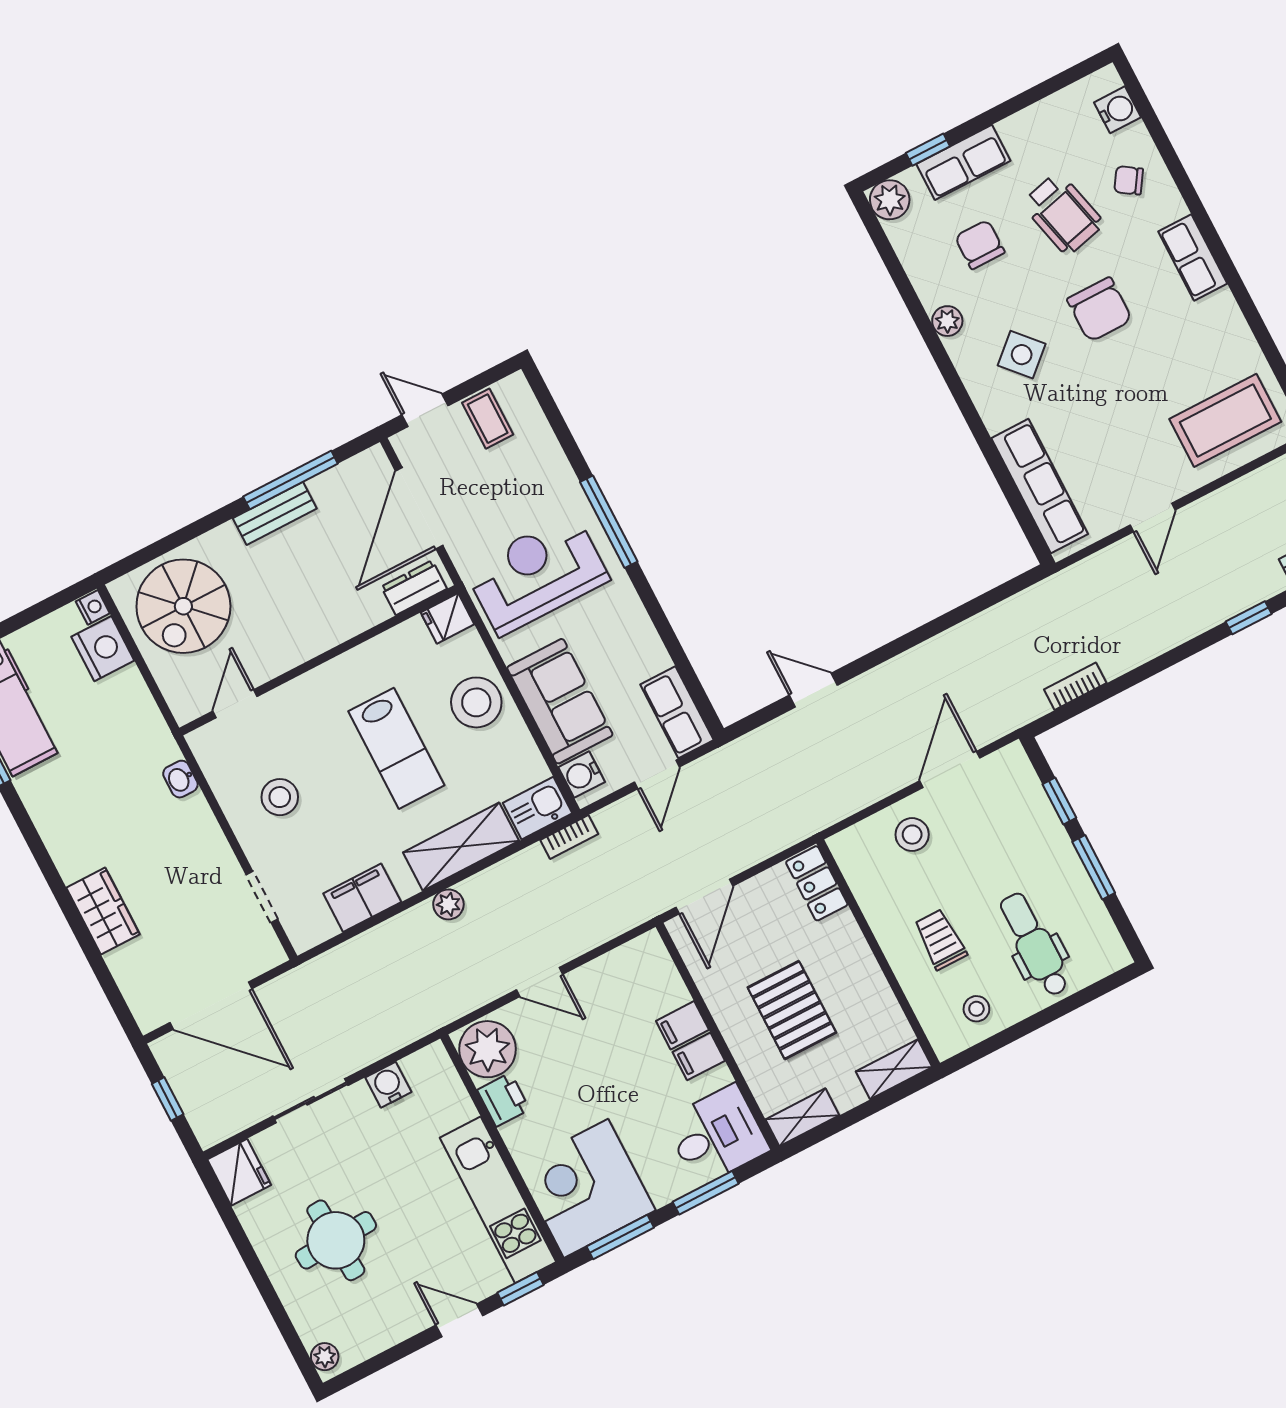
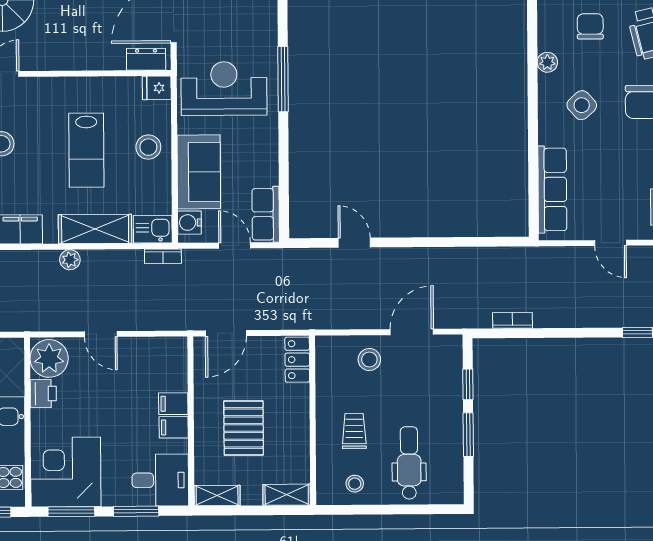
door: (1153, 517) -> (610, 243), hinge flipped
stool: (476, 702) -> (148, 147), width x0.73, depth x0.73
door: (657, 774) -> (235, 245), swing flipped

